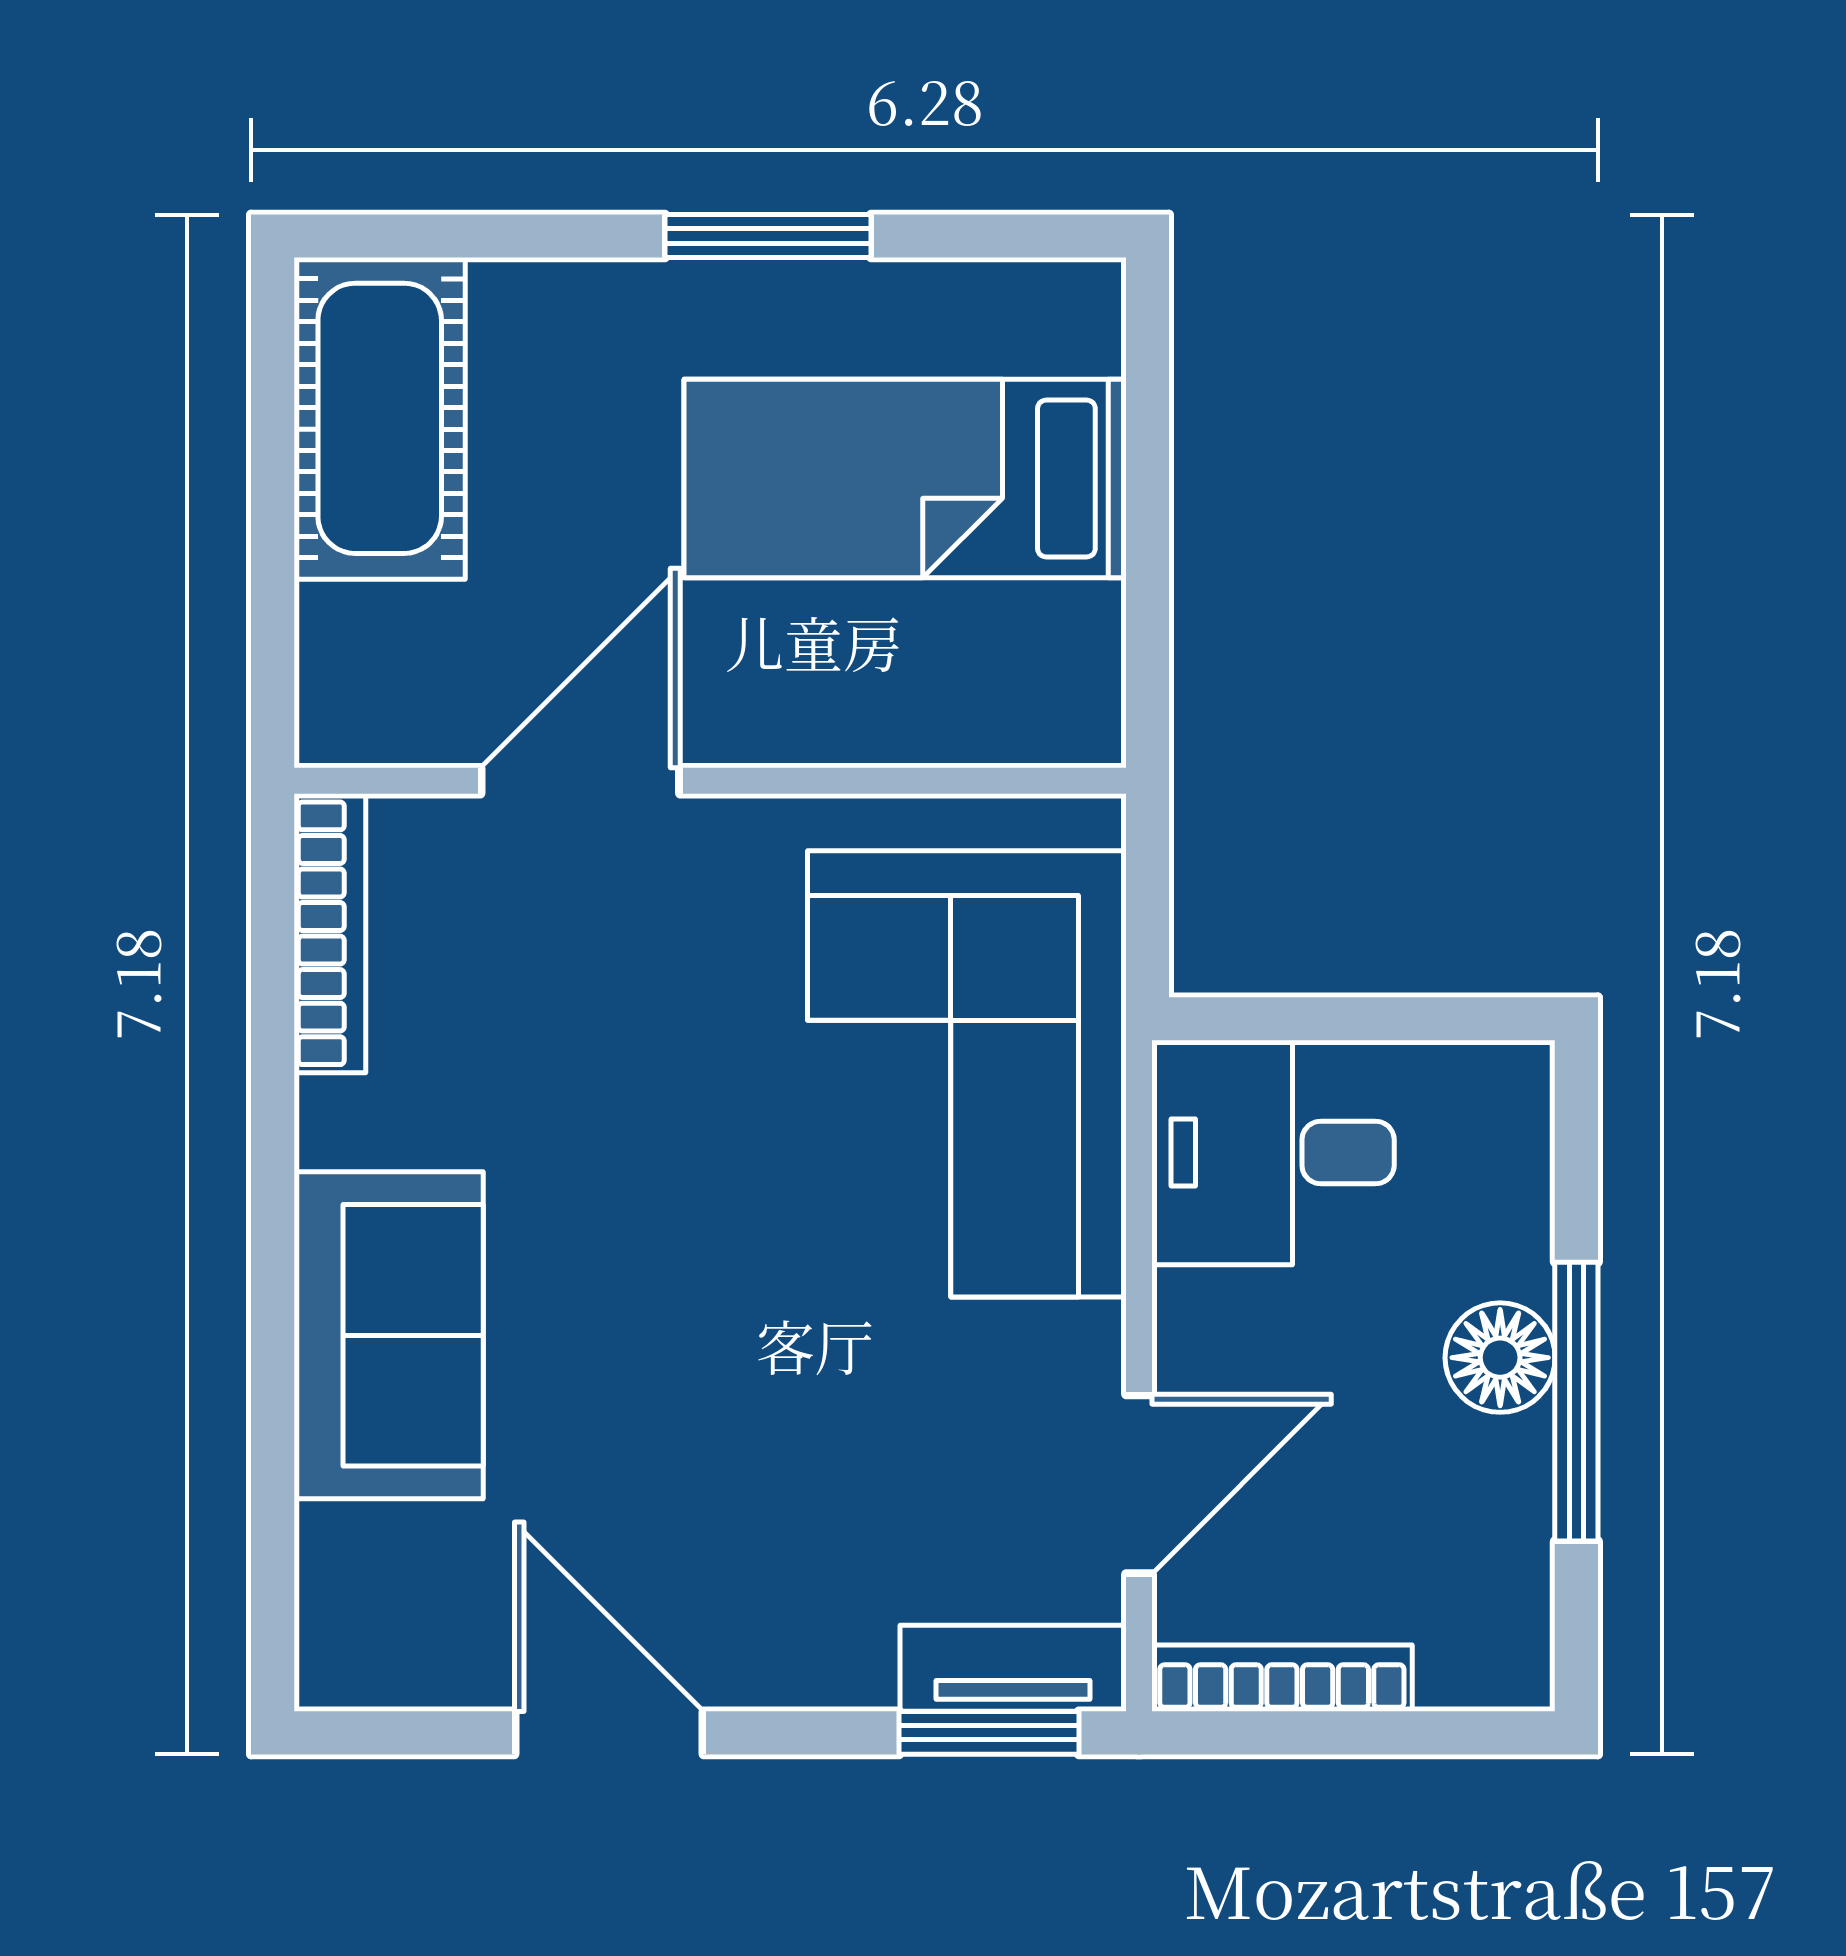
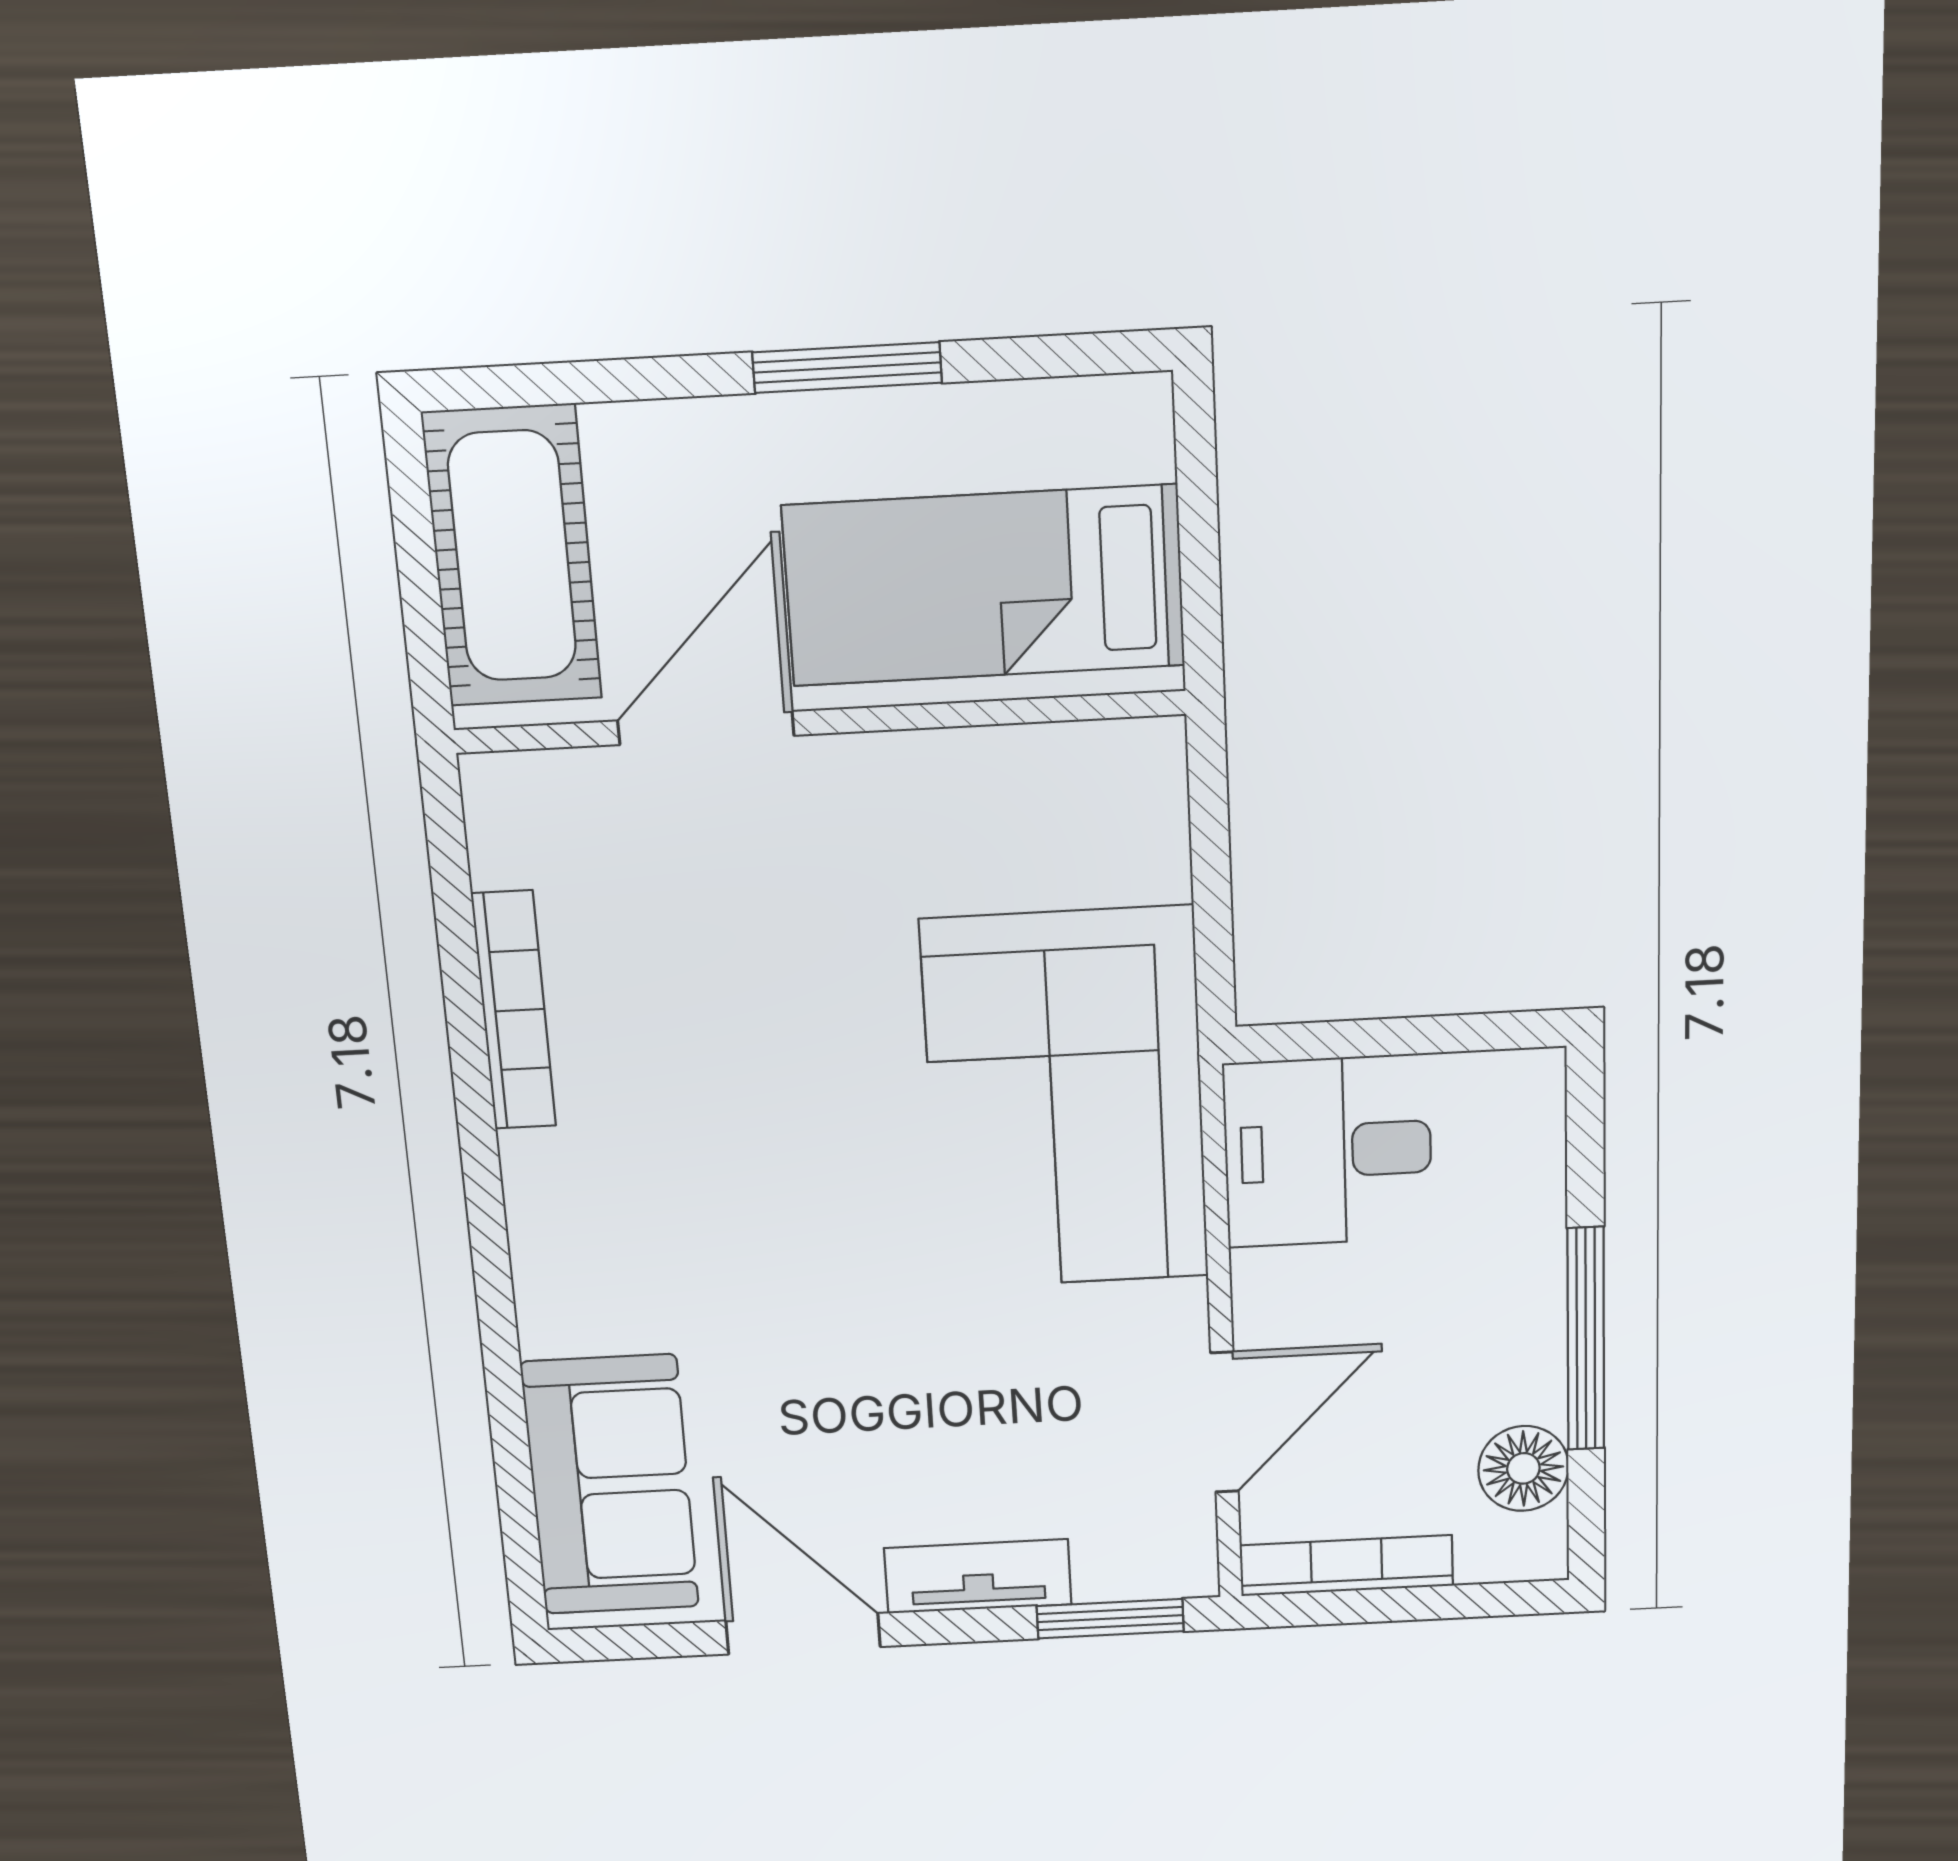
door: (580, 781) -> (706, 728), moved
wall: (710, 781) -> (820, 722), moved
sofa: (389, 1335) -> (610, 1485), moved
floor lamp: (1500, 1358) -> (1523, 1468), moved
tv unit: (1013, 1668) -> (978, 1576), moved

